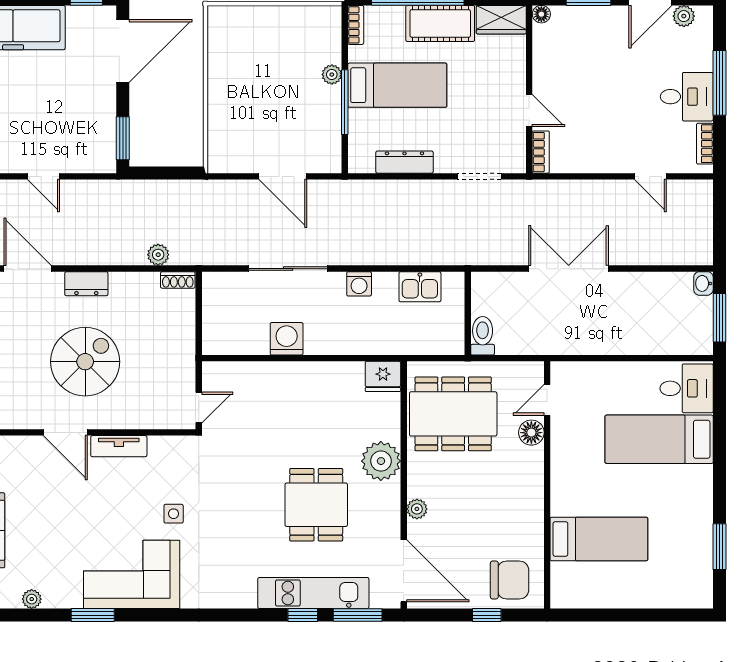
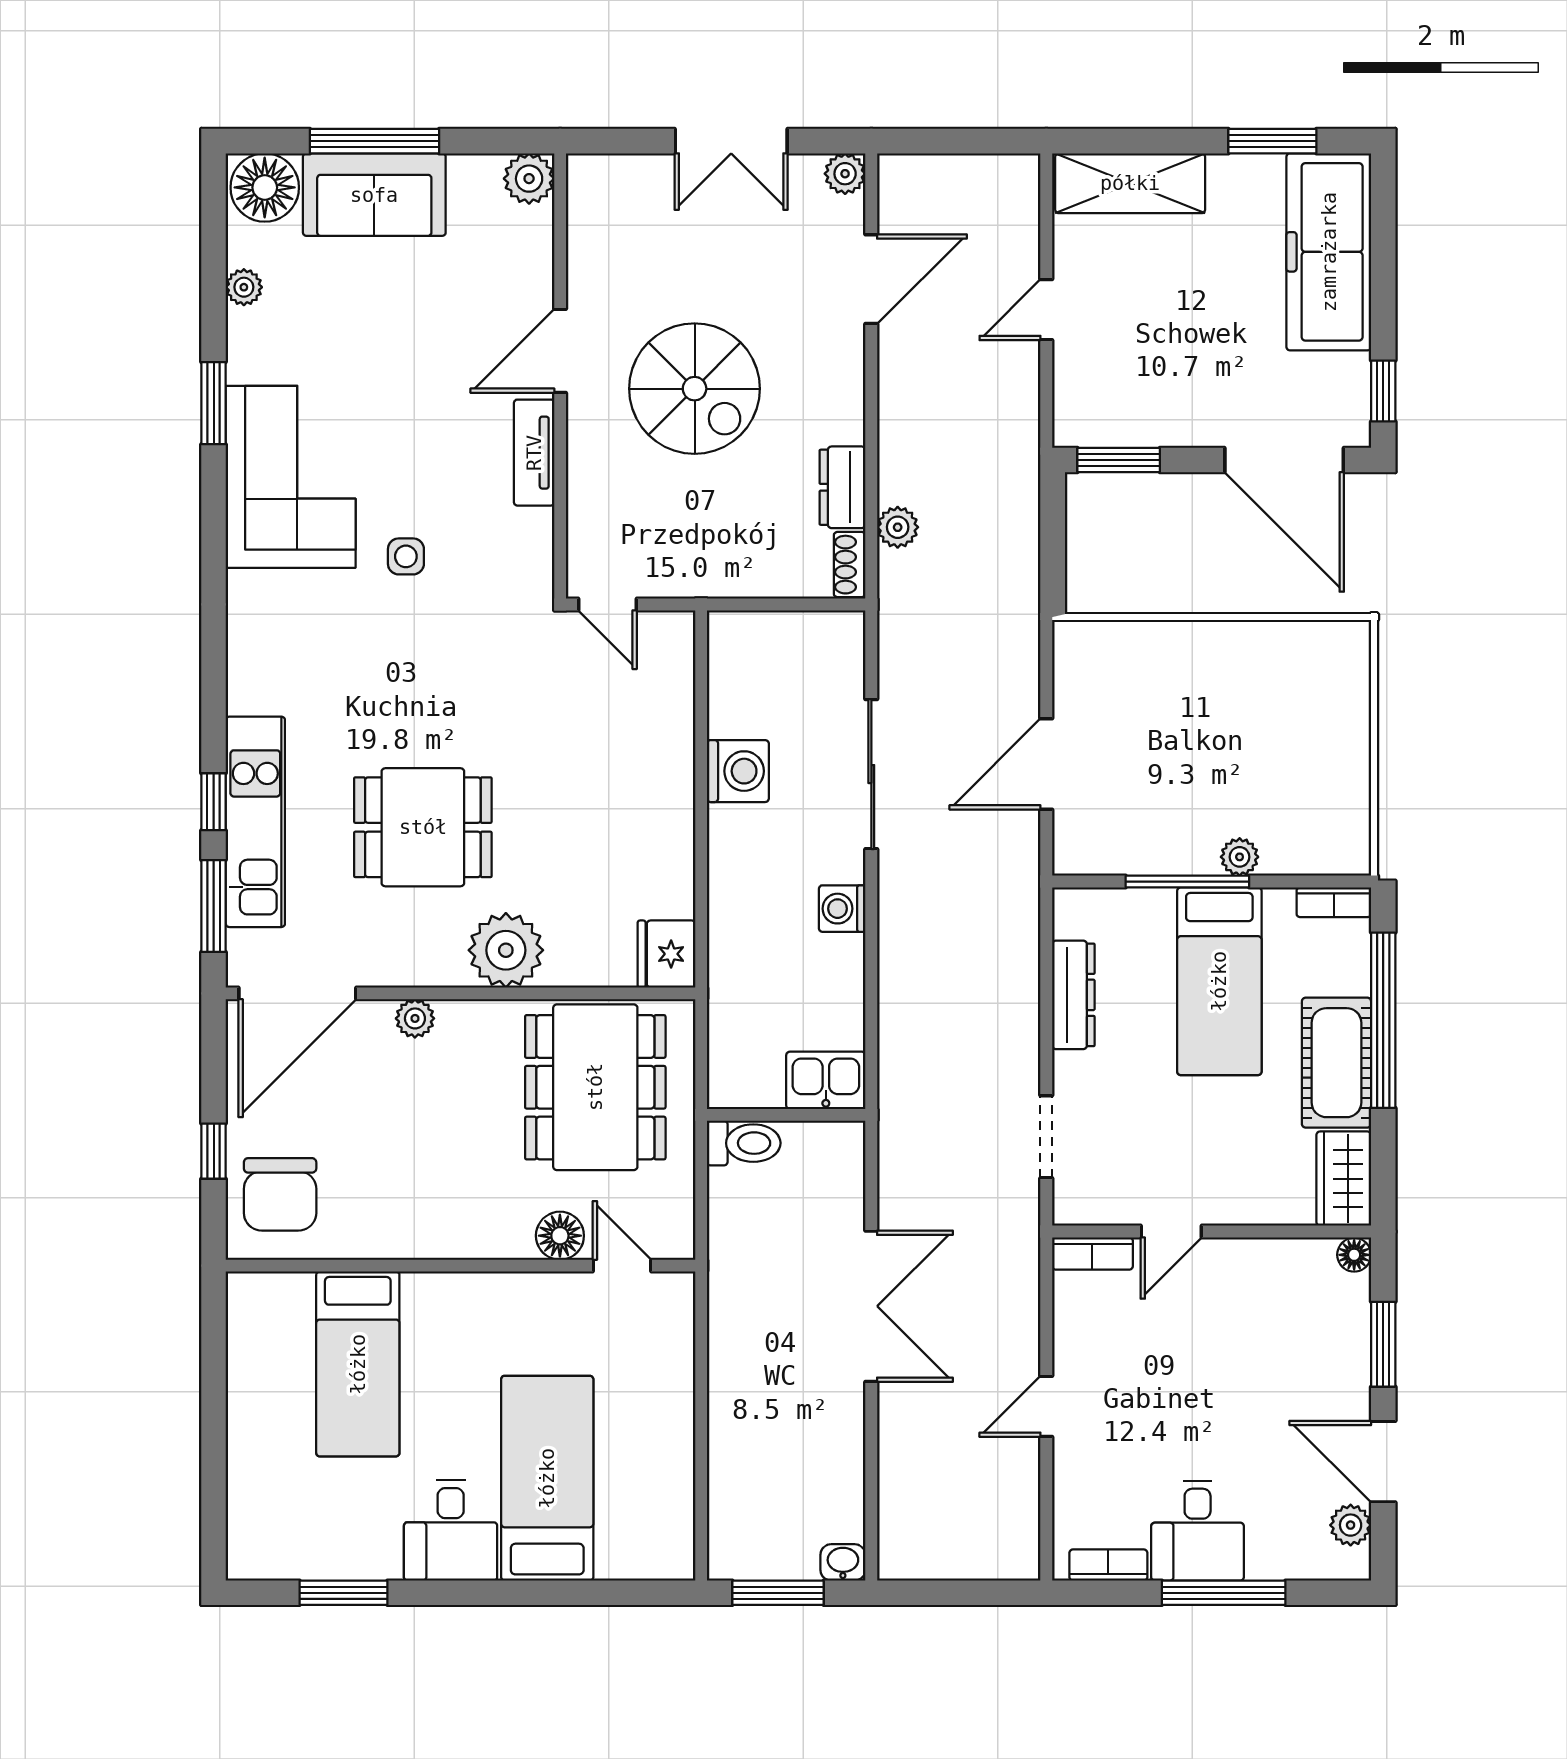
door: (650, 176) -> (1046, 1406), moved
dresser: (86, 284) -> (843, 487), moved
kitchen sink: (420, 287) -> (826, 1080), moved, turned 90
desk: (687, 388) -> (451, 1530), moved

